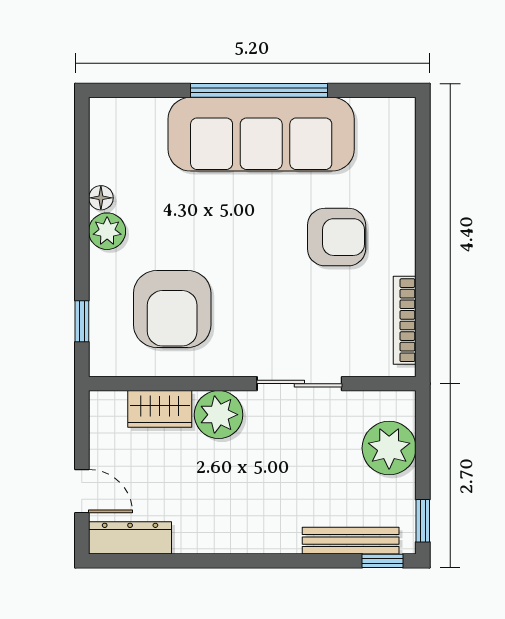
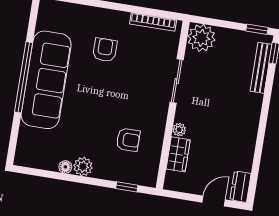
armchair: (337, 237) -> (105, 50), width x0.72, depth x0.72
armchair: (172, 309) -> (128, 140), width x0.53, depth x0.53
plant: (219, 415) -> (179, 130), width x0.53, depth x0.53
plant: (389, 448) -> (201, 38), moved
dresser: (130, 538) -> (240, 187), width x0.70

